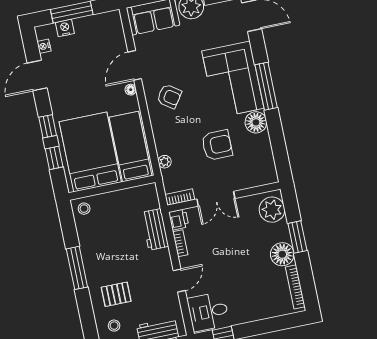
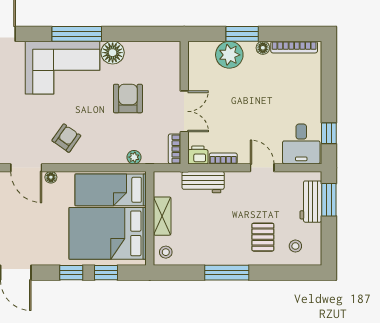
shelving: (116, 198) -> (162, 216), added
plant: (272, 210) -> (229, 55), moved
floor lamp: (282, 254) -> (263, 48), width x0.53, depth x0.53

